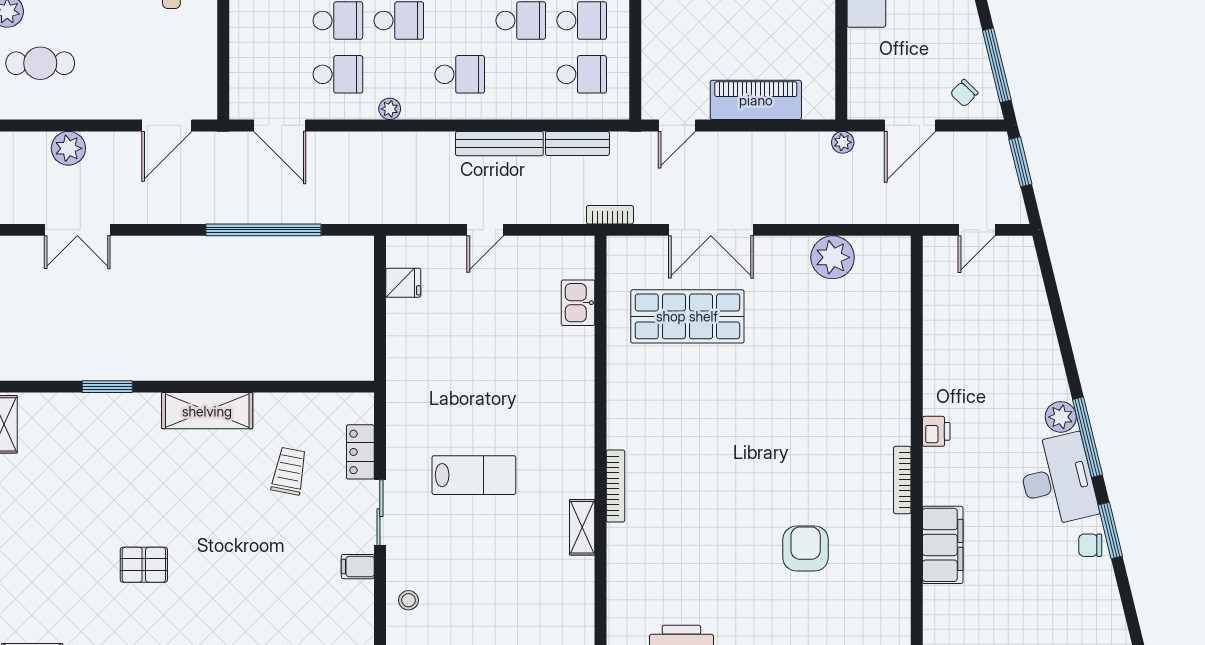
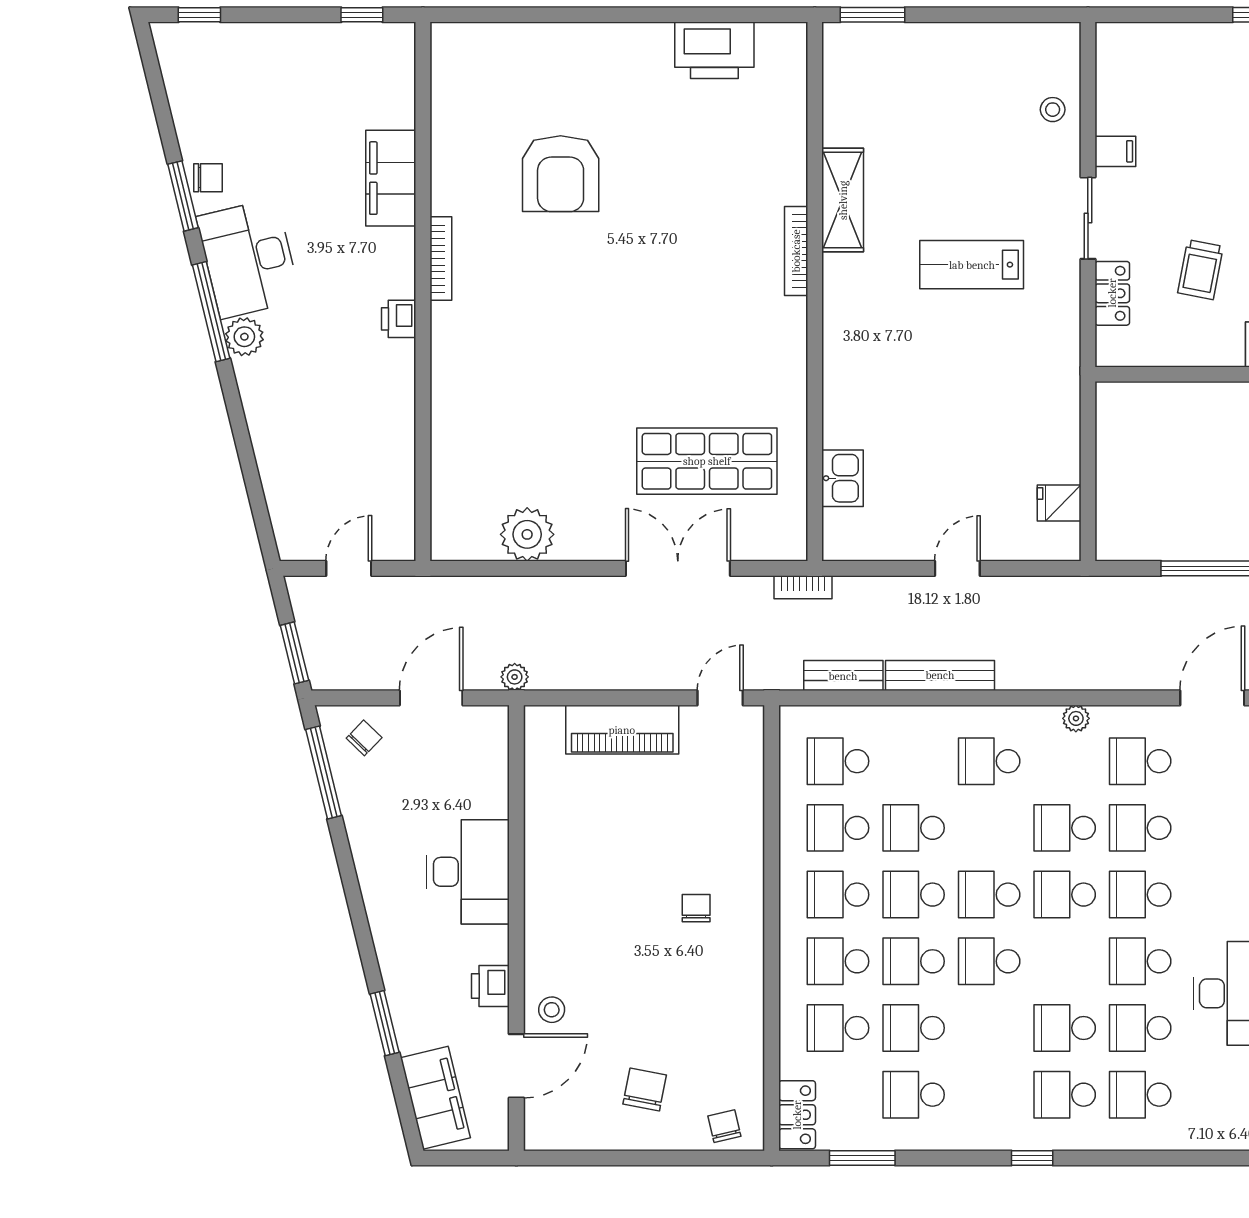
door: (280, 125) -> (1212, 698), hinge flipped
shelving: (582, 527) -> (843, 200), width x1.50, depth x1.33
armchair: (806, 549) -> (561, 174), width x1.36, depth x1.36

